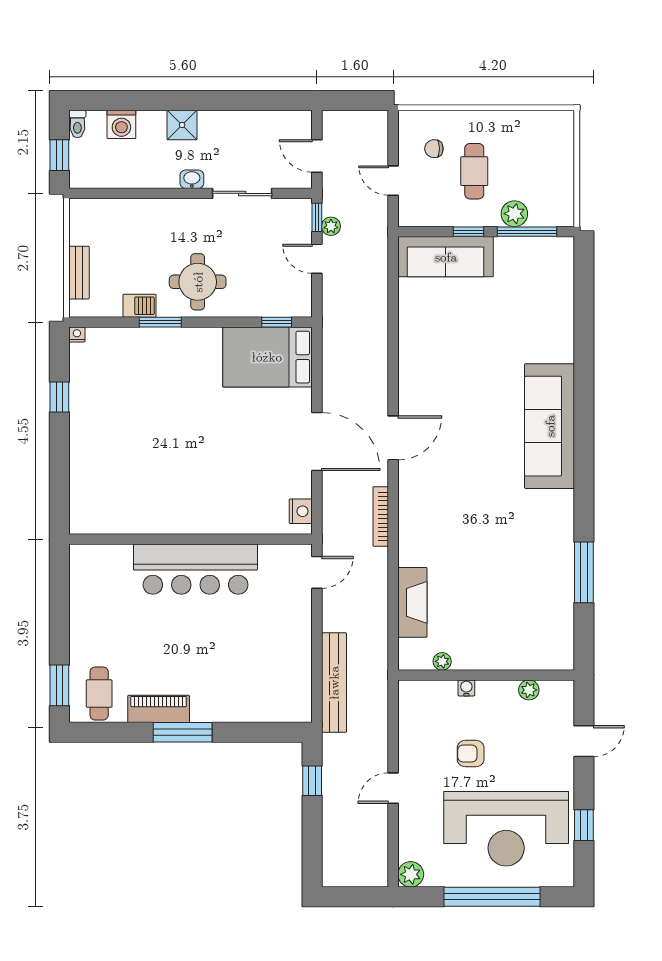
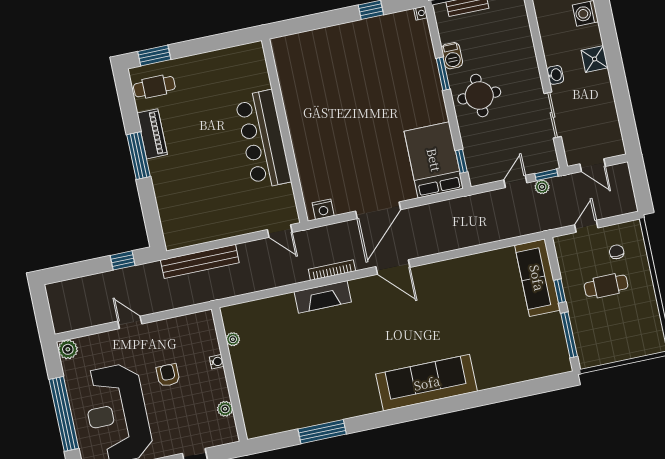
door: (317, 156) -> (593, 165), swing flipped
plant: (514, 214) -> (580, 323), removed
fireplace: (412, 602) -> (323, 297), moved

